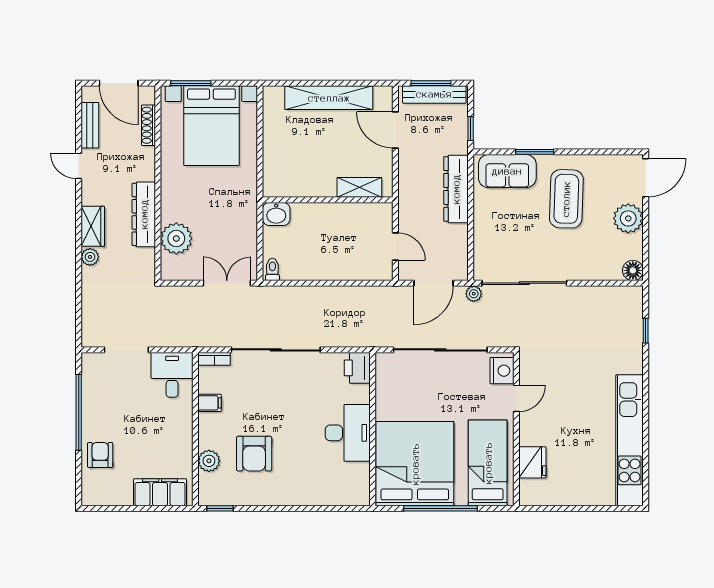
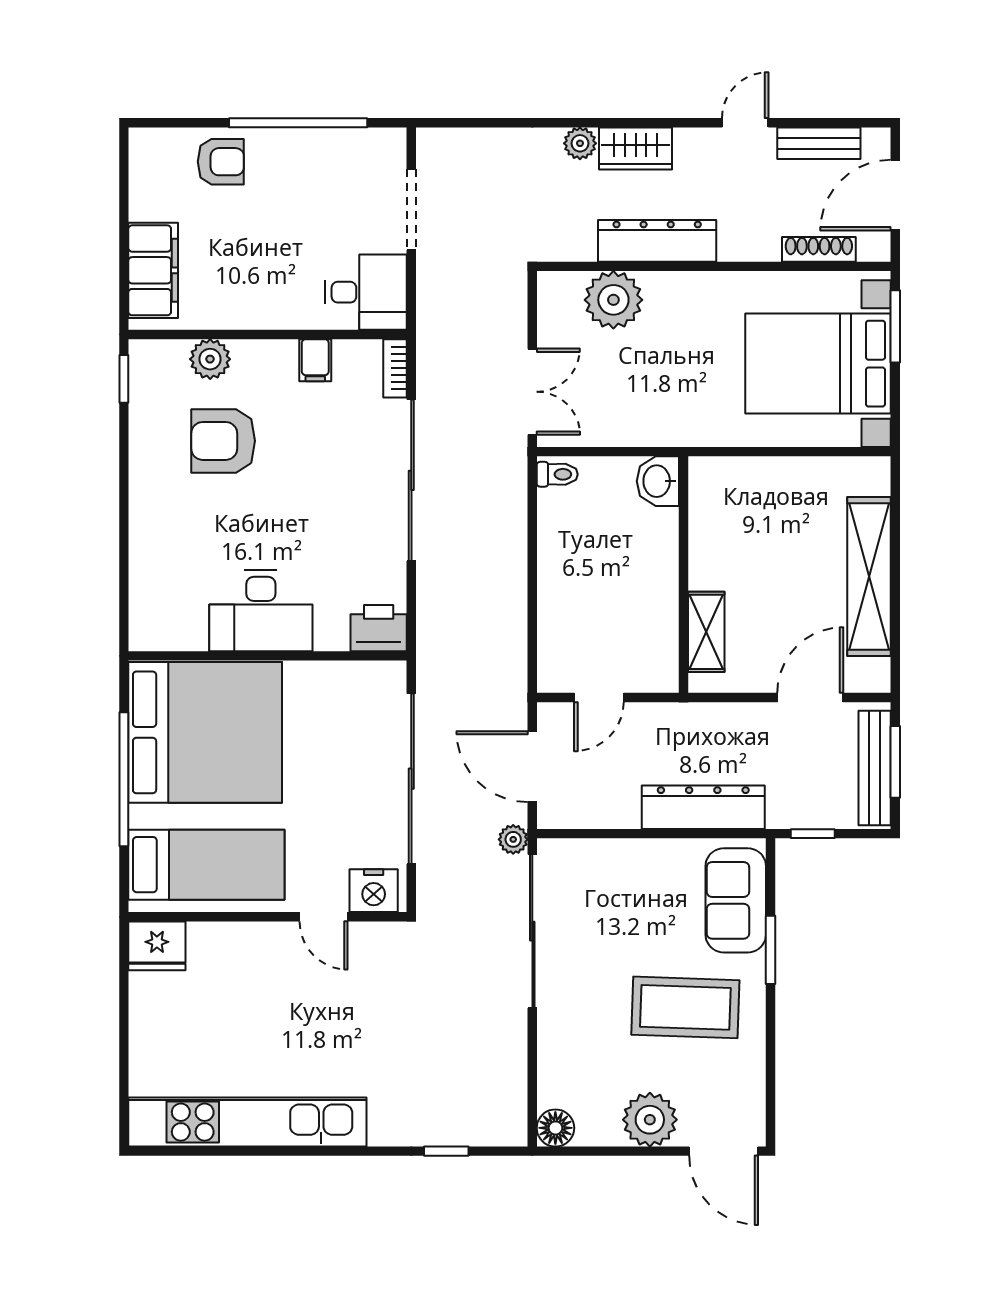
fridge: (532, 462) -> (157, 946), moved

